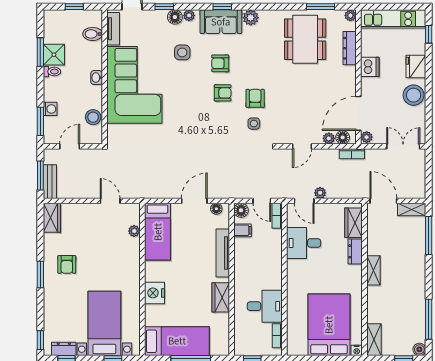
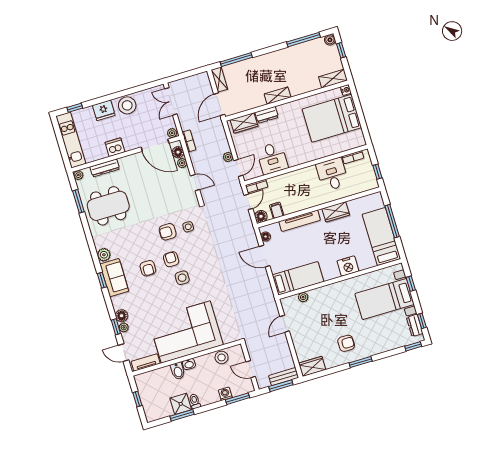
plant: (189, 15) -> (124, 327), moved
bidet: (93, 34) -> (178, 371), moved
side table: (182, 52) -> (182, 278), moved

